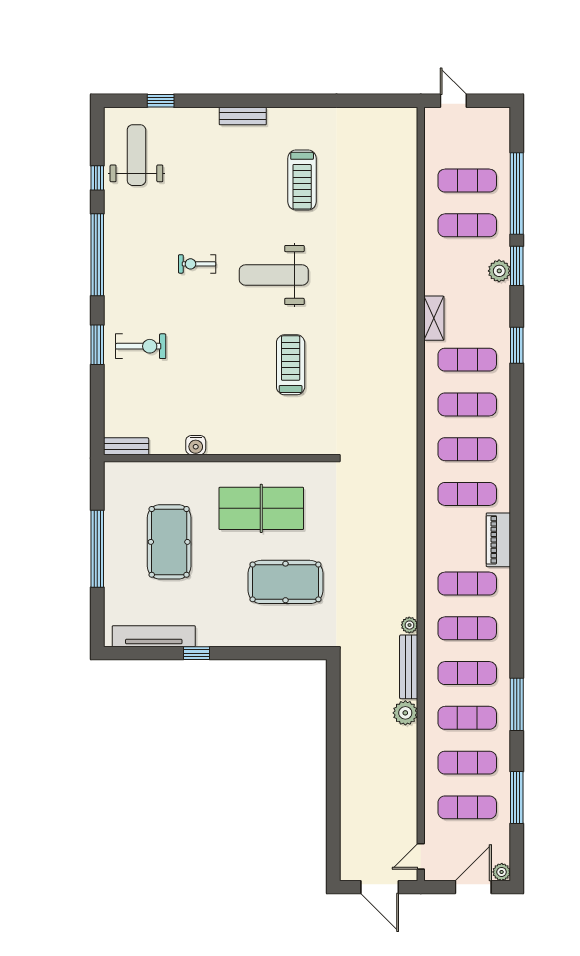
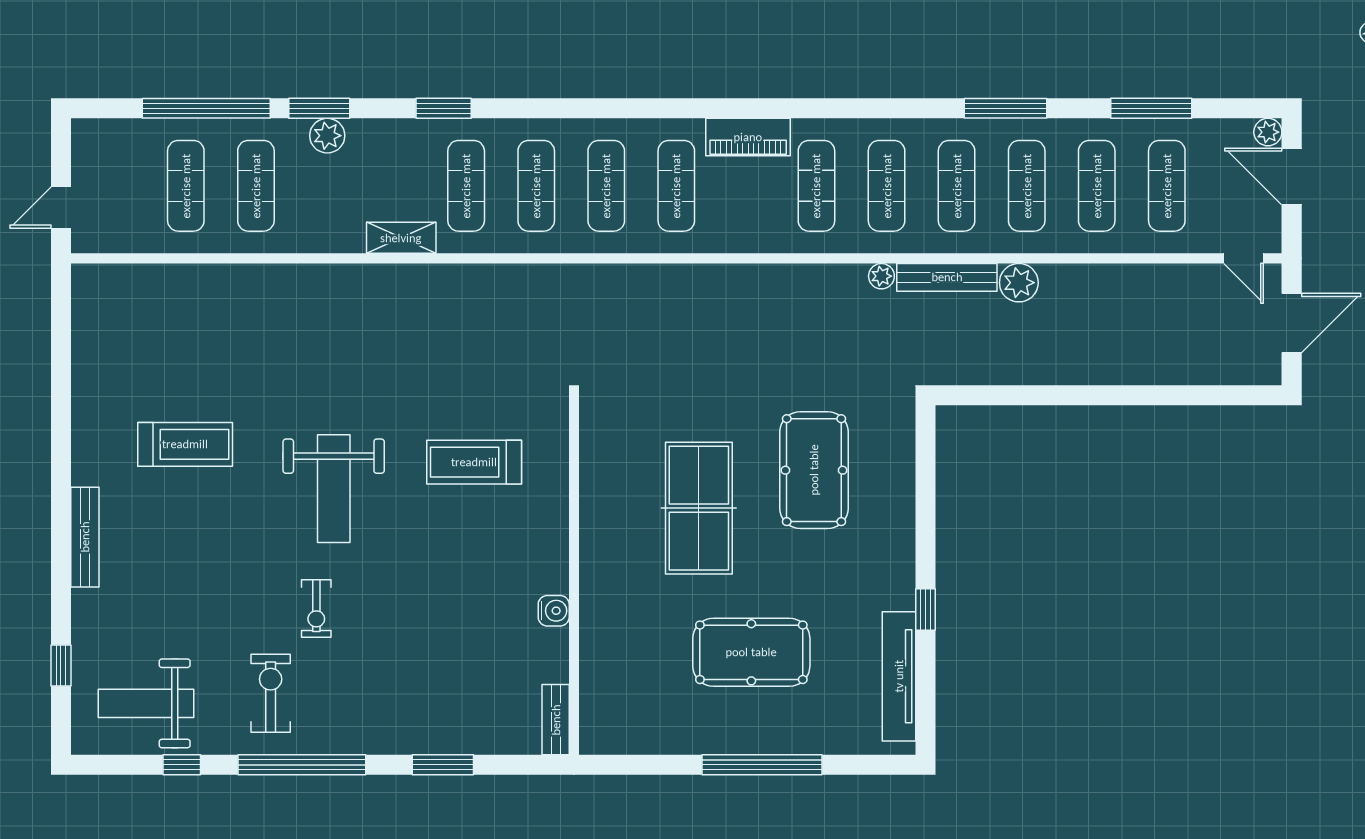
bench: (243, 116) -> (85, 537), width x1.36
exercise bike: (141, 346) -> (271, 693), moved
water cooler: (196, 445) -> (554, 611), moved
bench: (126, 446) -> (556, 720), moved
wall: (218, 458) -> (574, 575), moved

